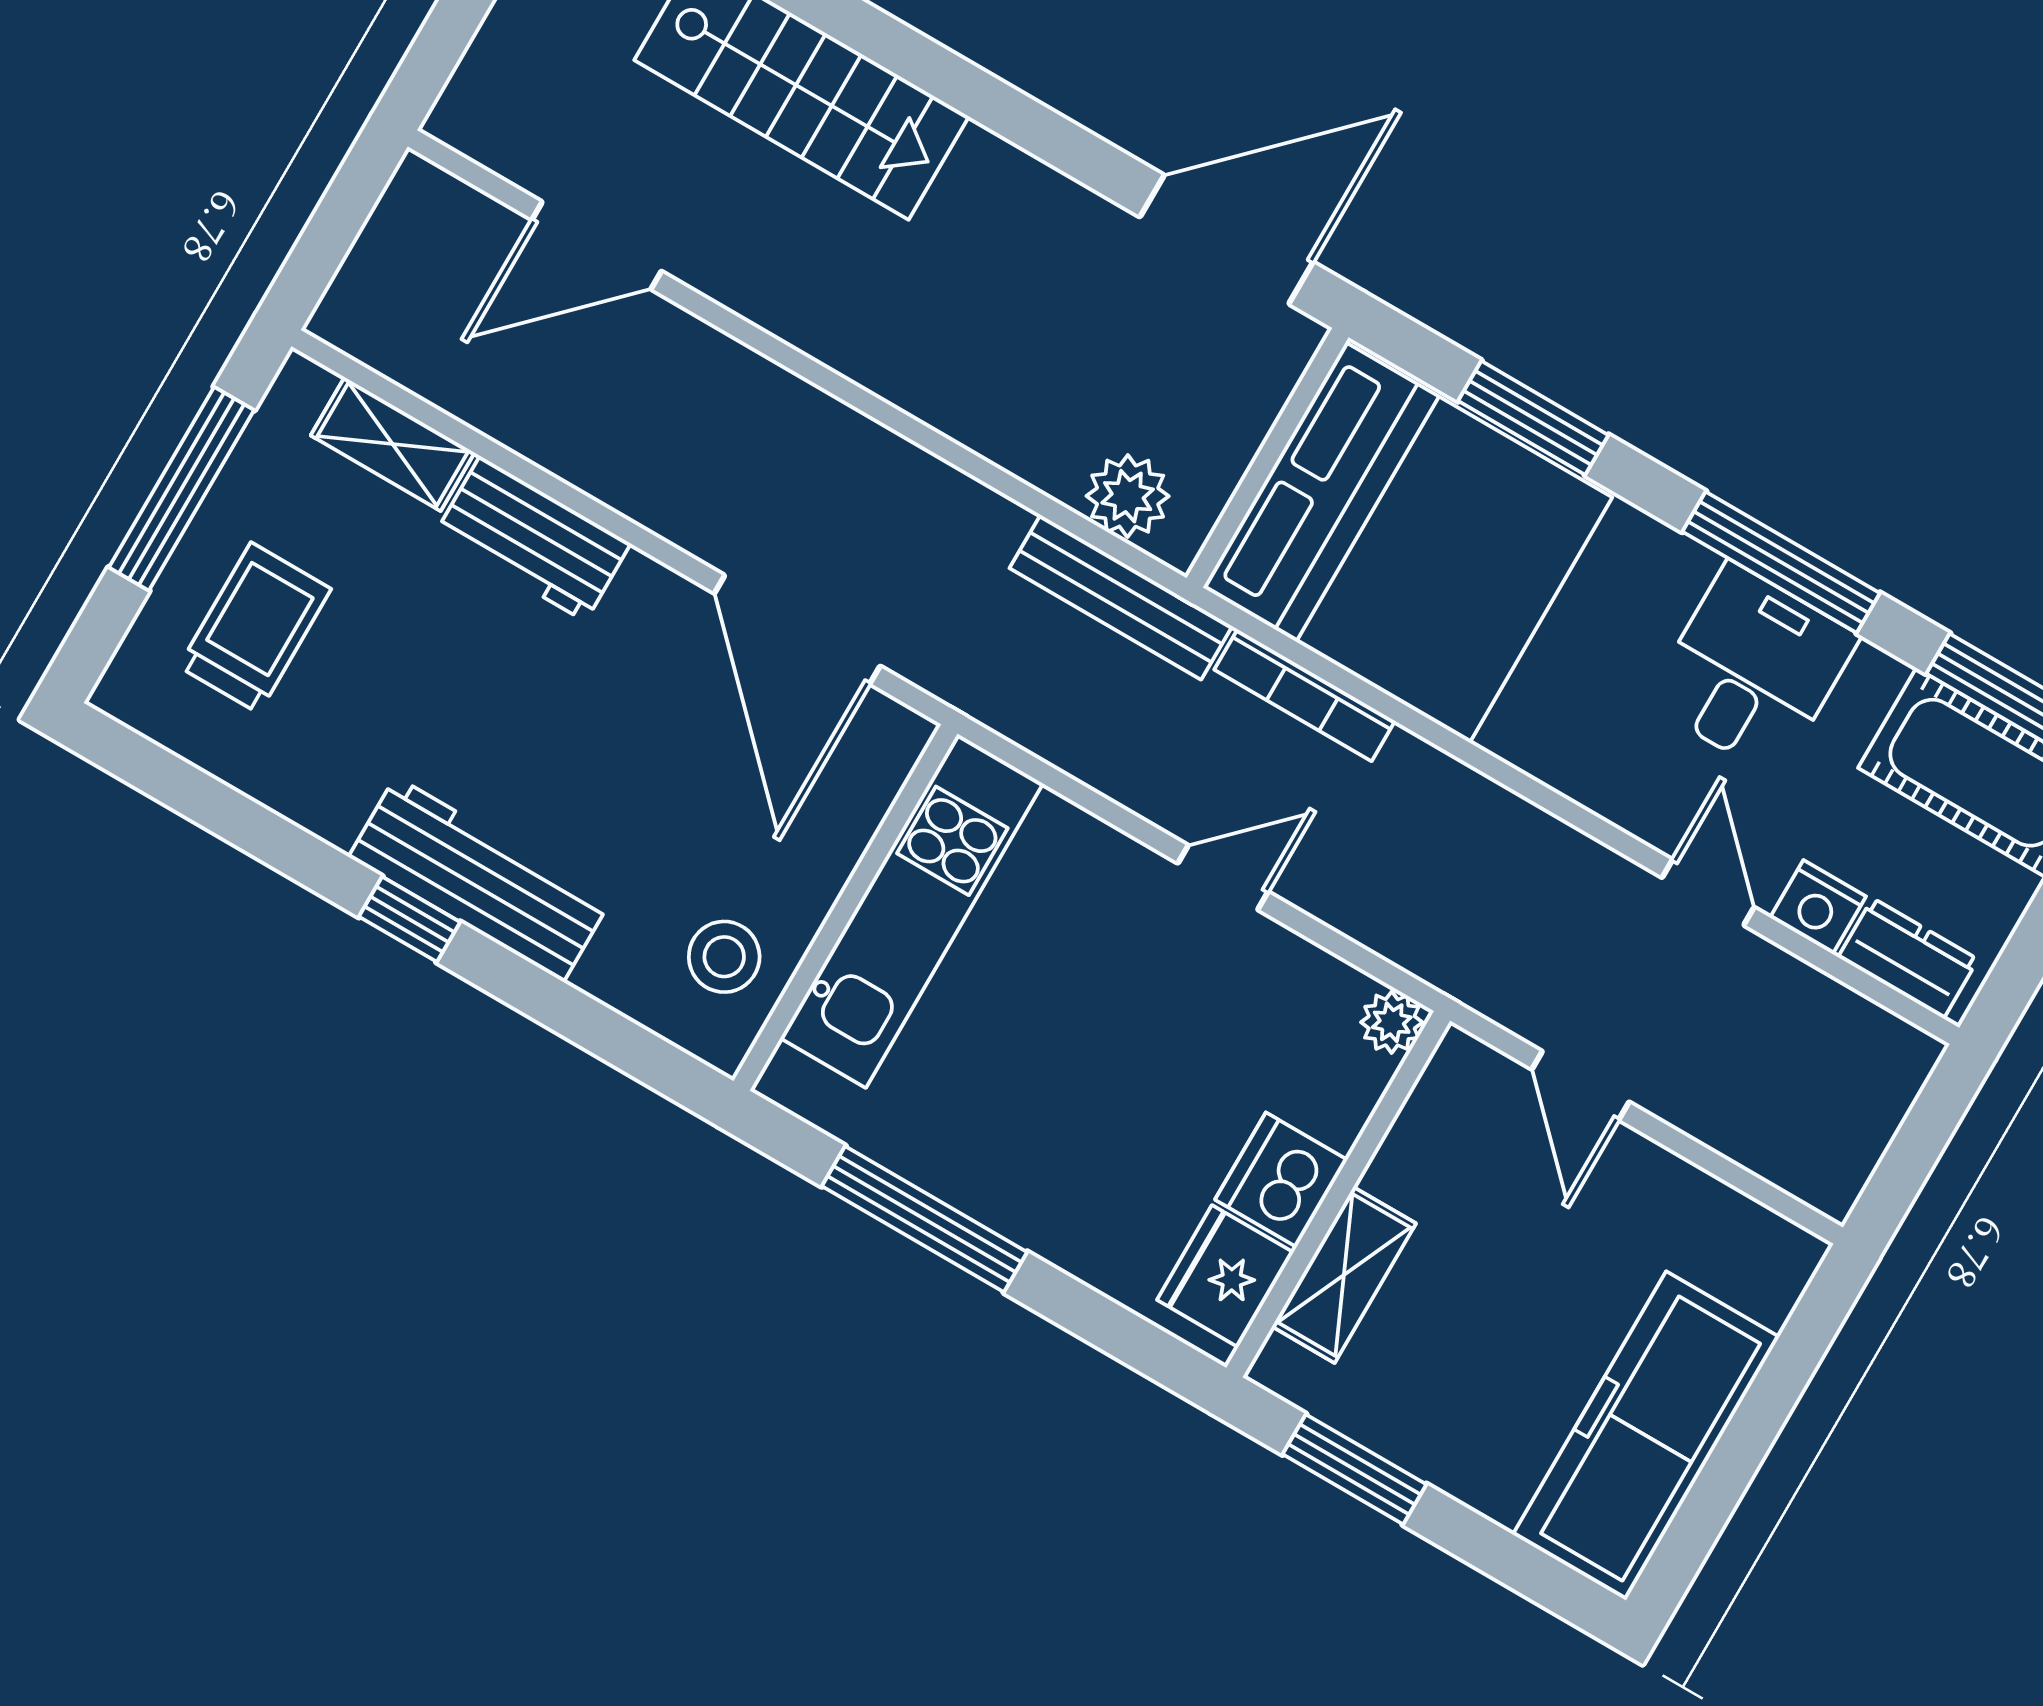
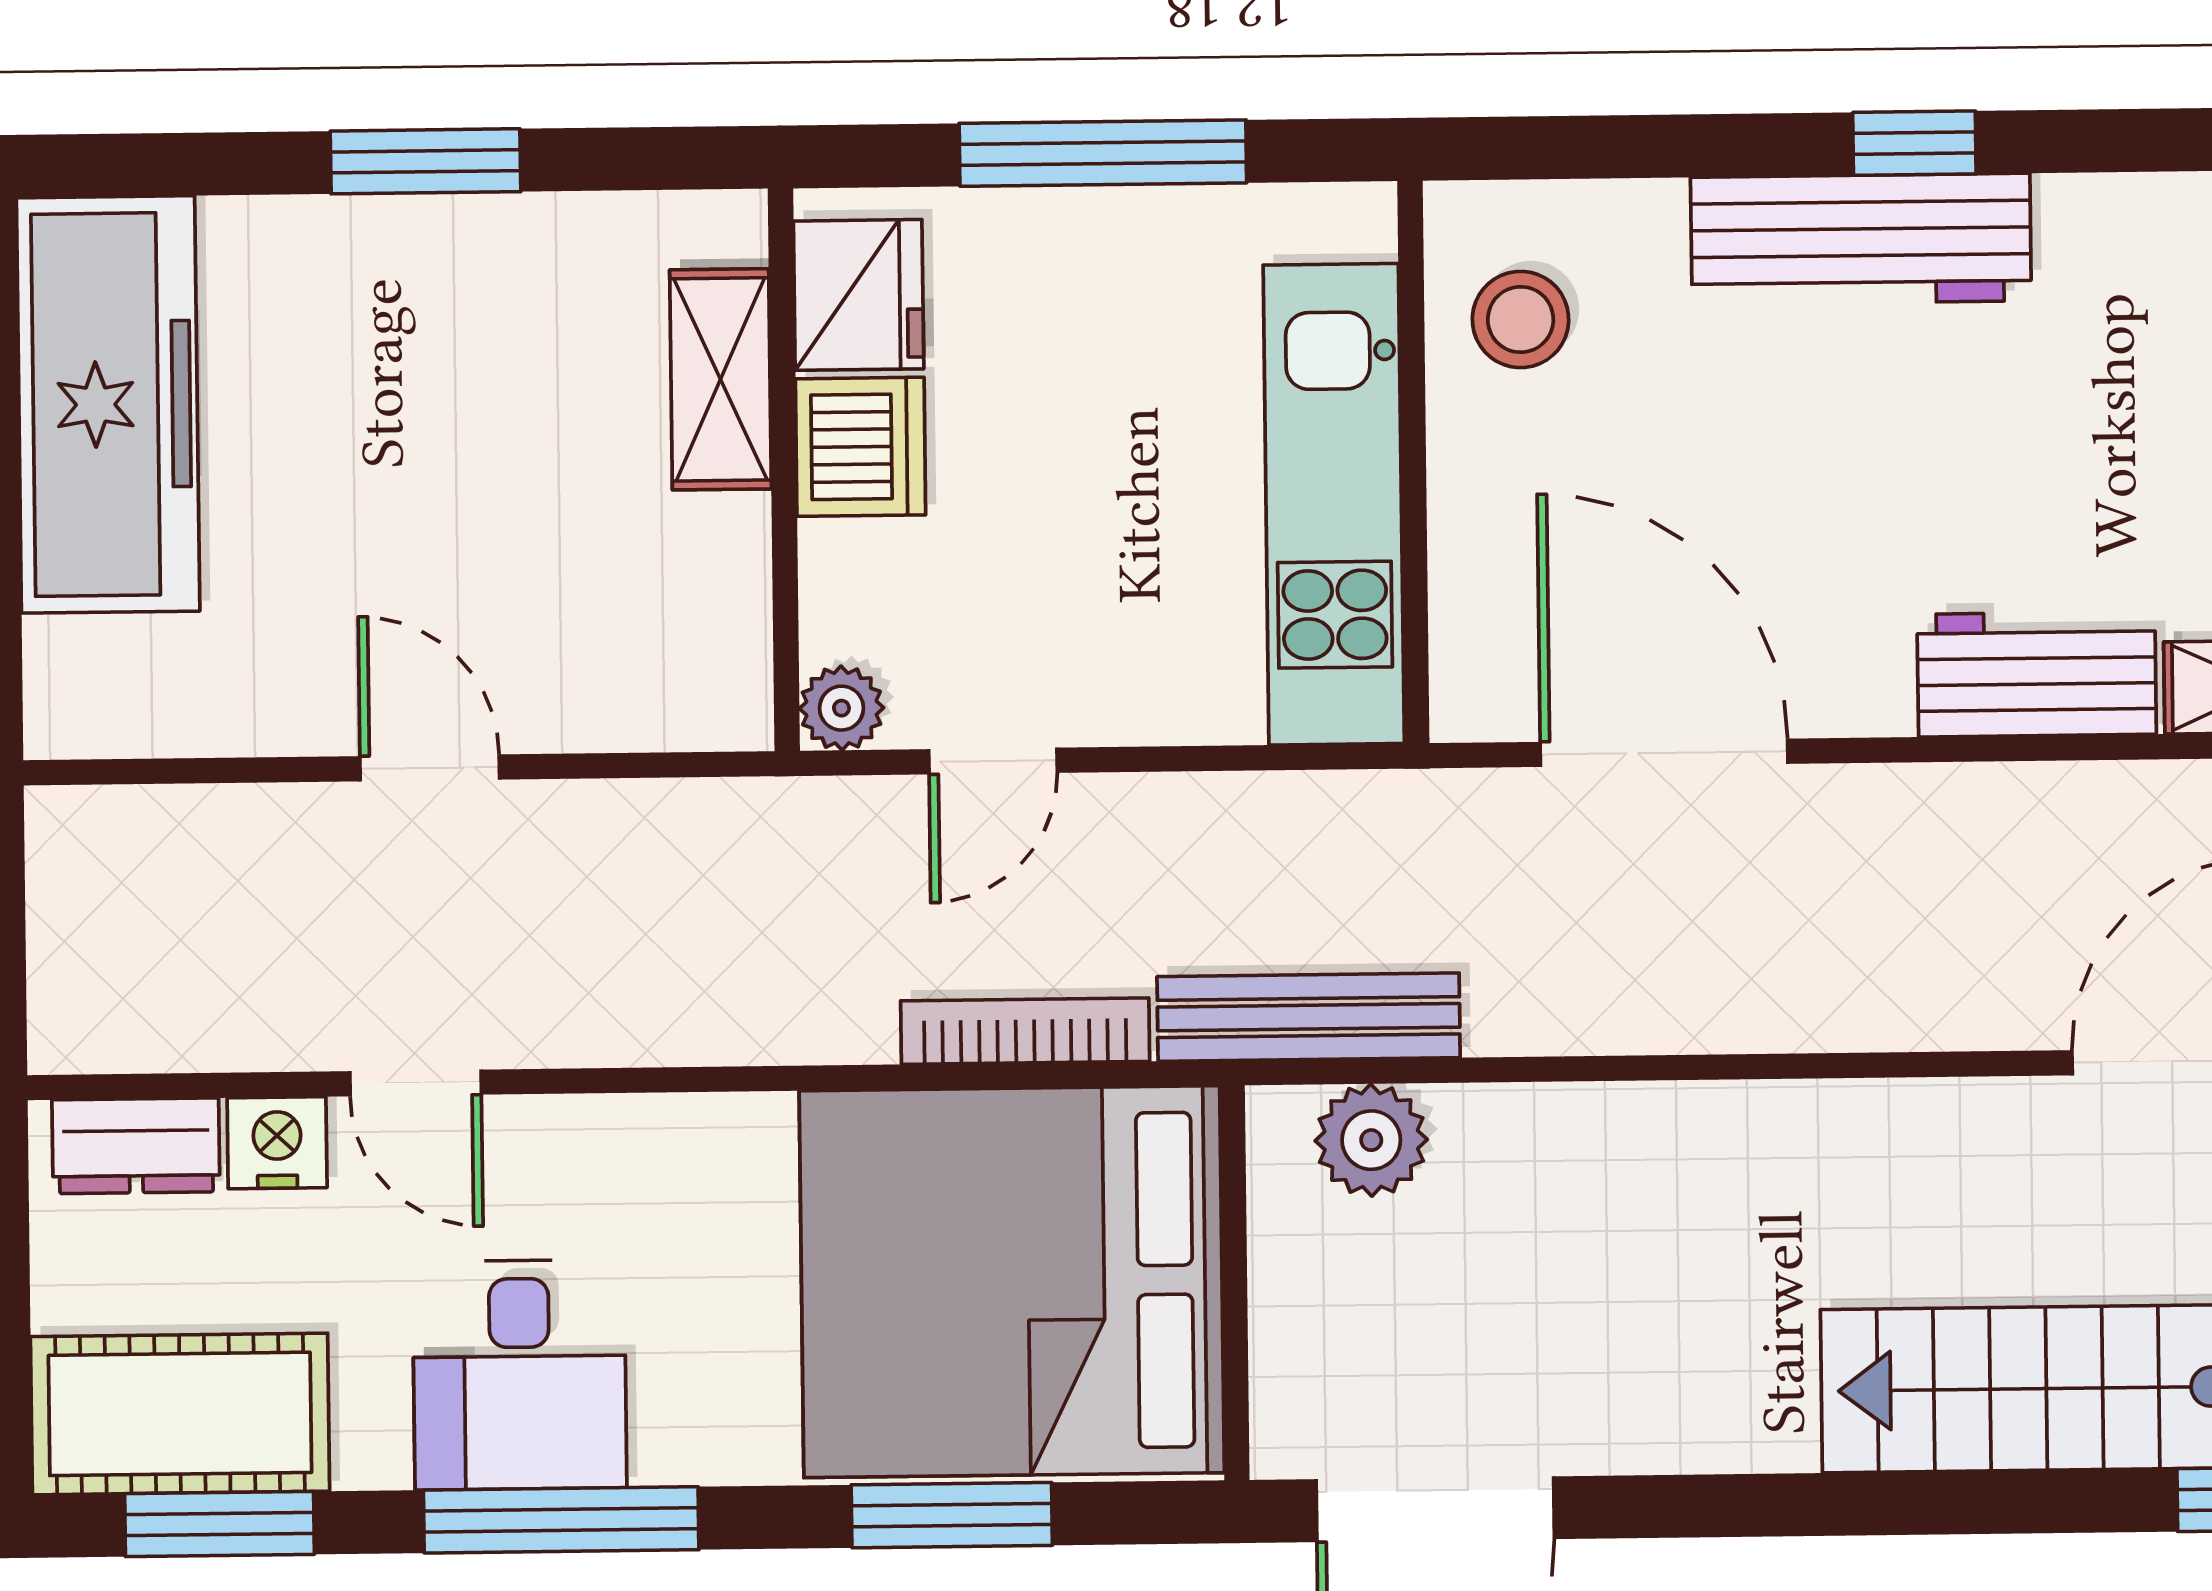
plant: (1392, 1022) -> (841, 708), moved
dishwasher: (1281, 1180) -> (860, 447), moved
wall: (1338, 1194) -> (784, 470), moved
shelving: (1344, 1275) -> (721, 379), moved
fridge: (1225, 1276) -> (859, 295), moved

